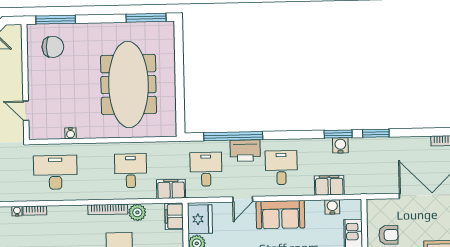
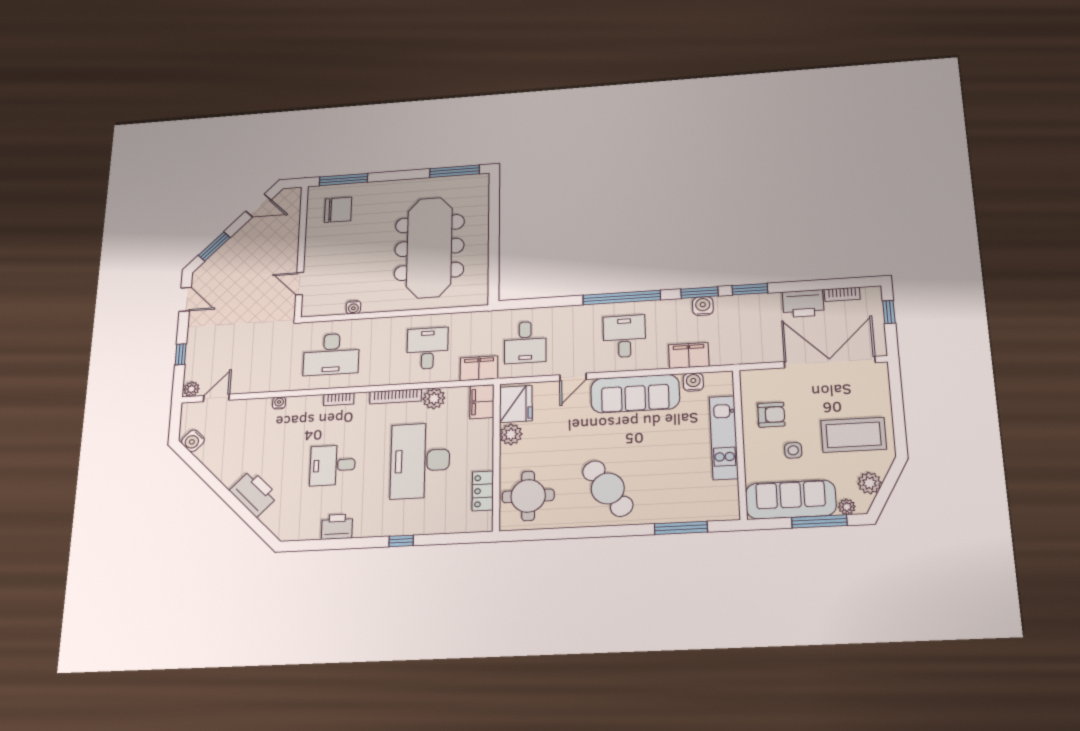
window: (233, 136) -> (622, 297), moved
printer: (245, 151) -> (803, 303), moved
desk: (206, 169) -> (525, 342), turned 180
desk: (55, 172) -> (331, 354), turned 180
bookcase: (35, 211) -> (339, 399), moved
sofa: (280, 215) -> (635, 394), width x1.36

